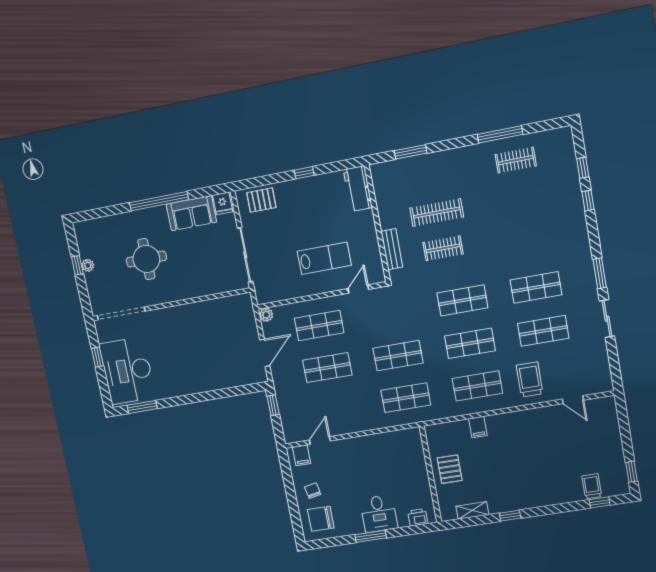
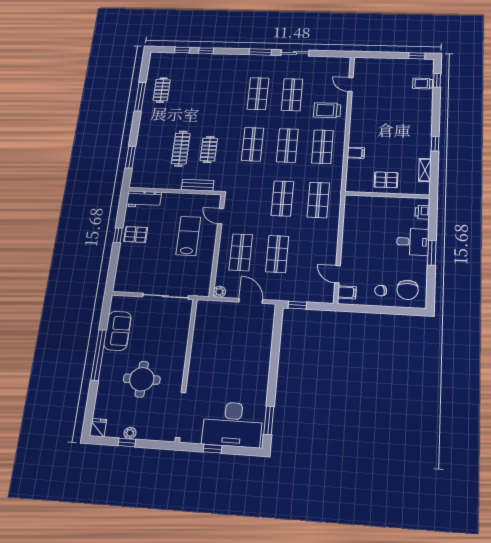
pallet: (261, 200) -> (136, 234), moved, turned 90
fridge: (223, 203) -> (98, 428), moved, turned -90
door: (573, 400) -> (351, 84), swing flipped

